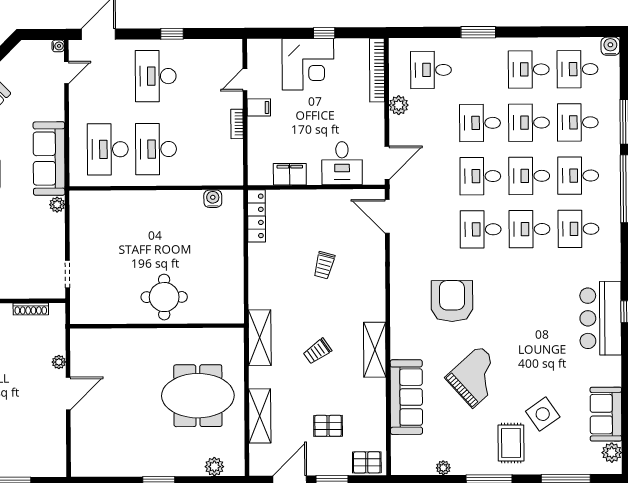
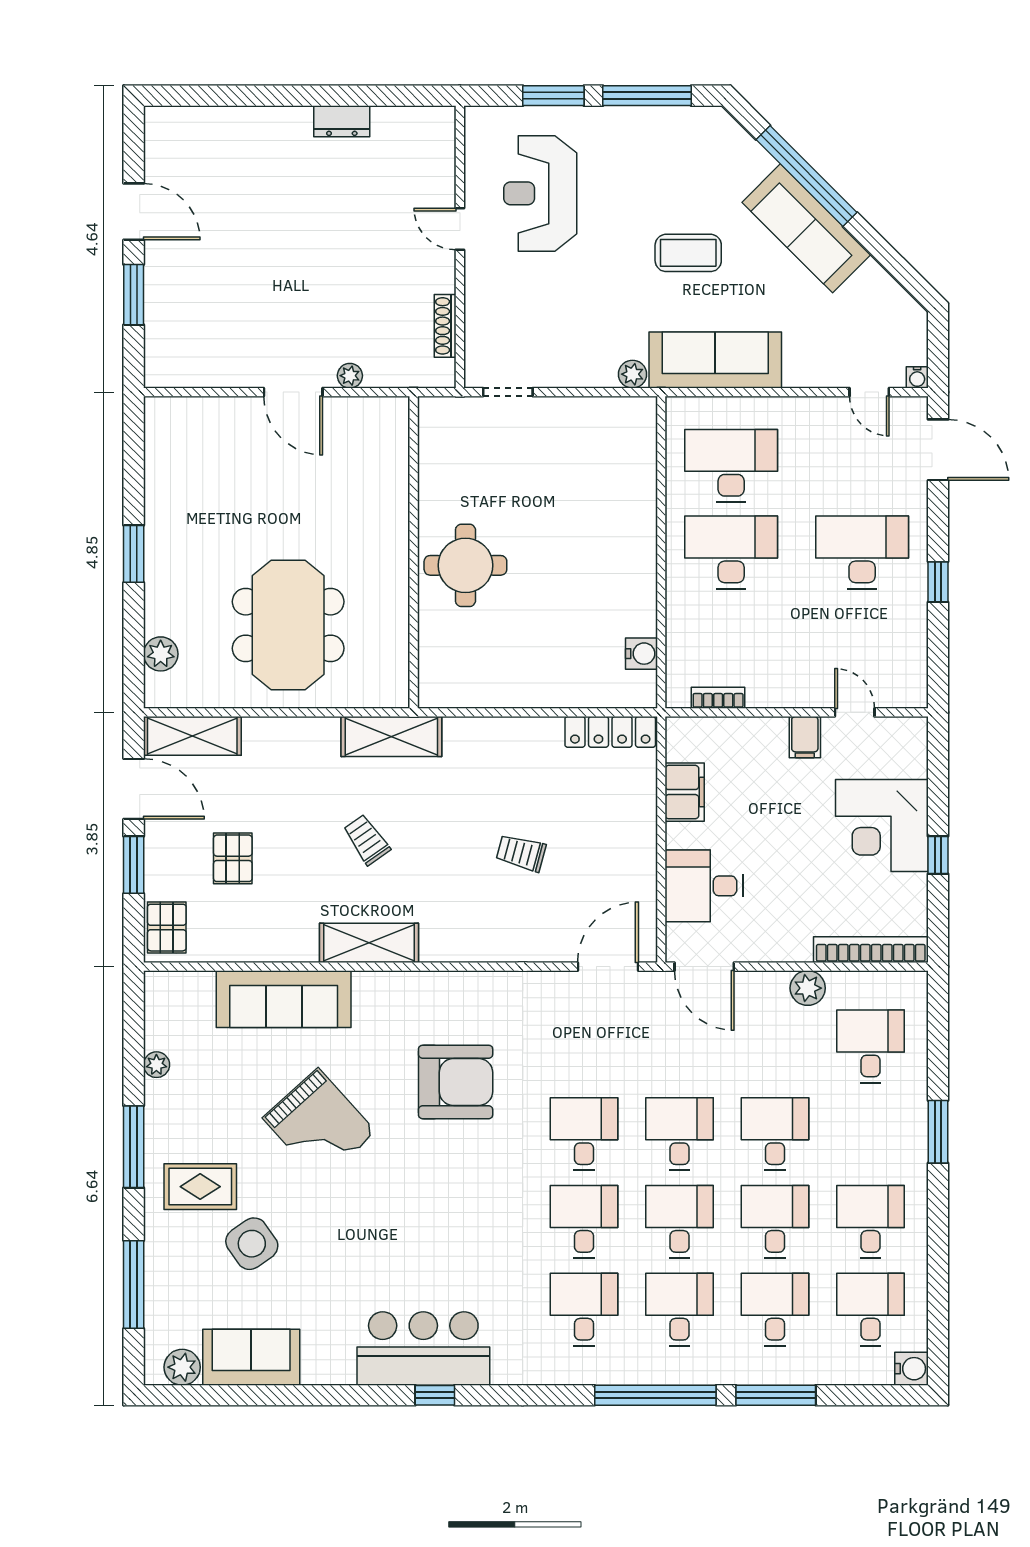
bookcase: (237, 124) -> (718, 698), moved
shelving: (260, 416) -> (192, 736), moved

